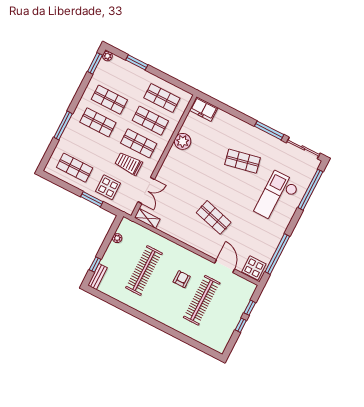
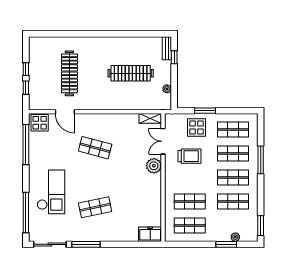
plant: (107, 56) -> (235, 237), moved
plant: (183, 141) -> (154, 166), moved
shop shelf: (139, 143) -> (233, 153), moved
clothes rail: (144, 270) -> (131, 73), turned 90
armchair: (182, 279) -> (95, 82), removed

